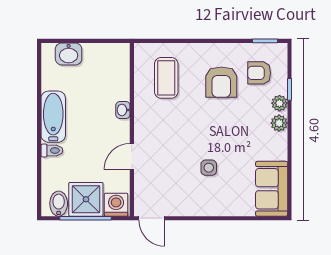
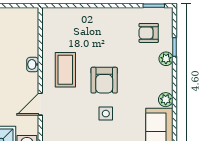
coffee table: (166, 78) -> (65, 70), moved
armchair: (221, 82) -> (104, 80), moved
plant: (279, 123) -> (166, 100), moved

